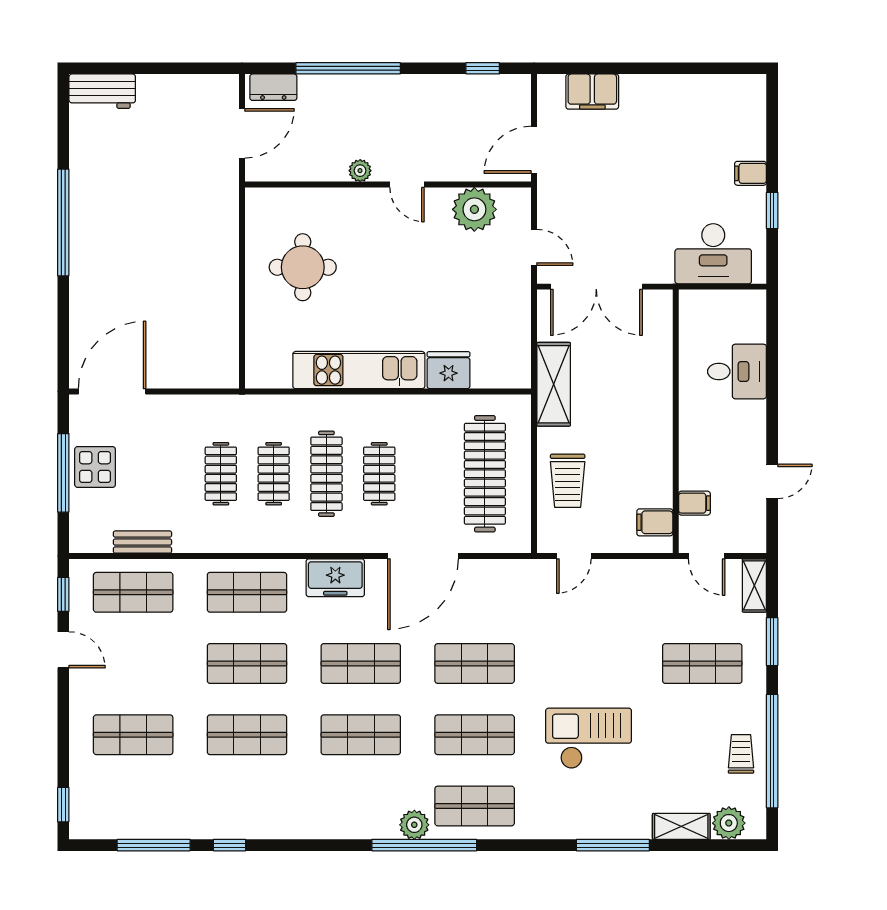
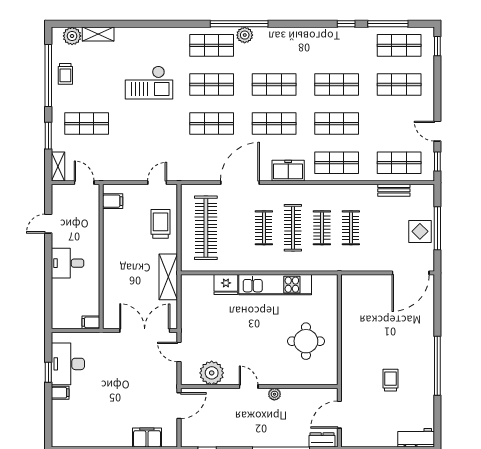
trolley: (149, 196) -> (391, 380), added
desk: (713, 254) -> (68, 364), moved, turned -90
desk: (737, 371) -> (68, 263), moved
filing cabinet: (694, 503) -> (91, 322), moved
shop shelf: (133, 806) -> (399, 45), added
window: (613, 845) -> (136, 24), removed

